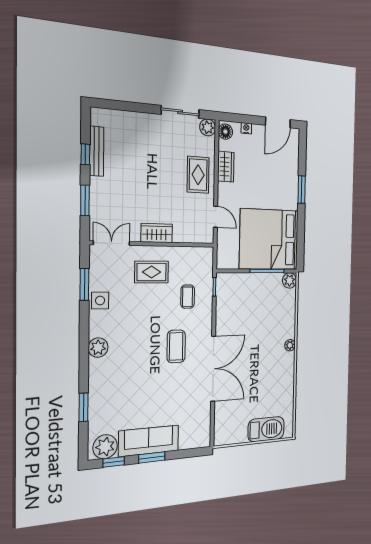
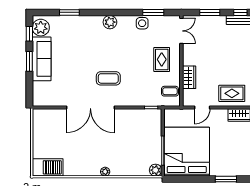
wardrobe: (157, 233) -> (189, 77), moved
coffee table: (188, 297) -> (170, 91), moved
barbecue: (266, 429) -> (48, 167), moved, turned -90

